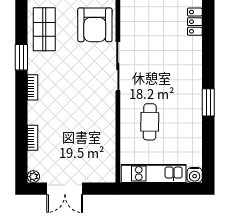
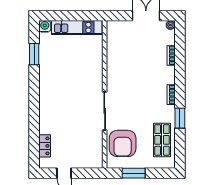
armchair: (95, 25) -> (123, 143), turned 180
window: (208, 102) -> (34, 54), moved
cafe table: (150, 122) -> (80, 68), removed

